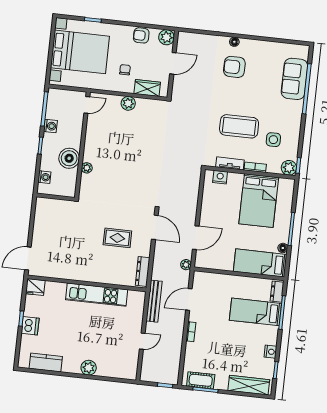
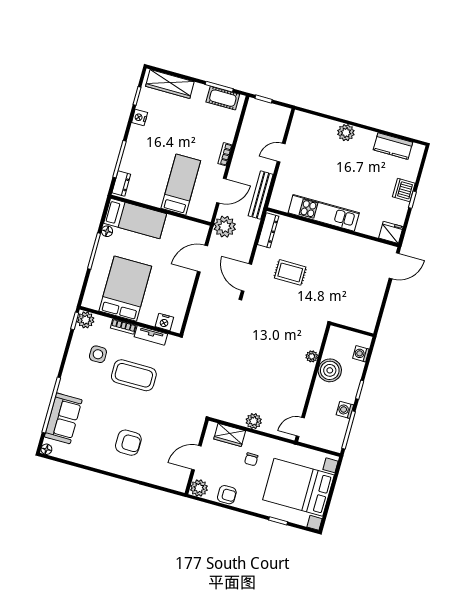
floor lamp: (234, 42) -> (46, 449), moved
plant: (186, 265) -> (225, 227), width x1.88, depth x1.88
bed: (255, 312) -> (181, 185), moved, turned -90

